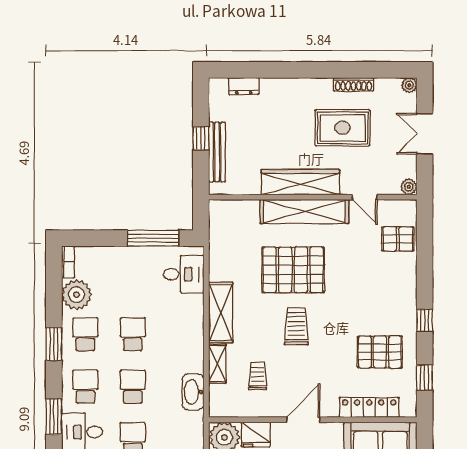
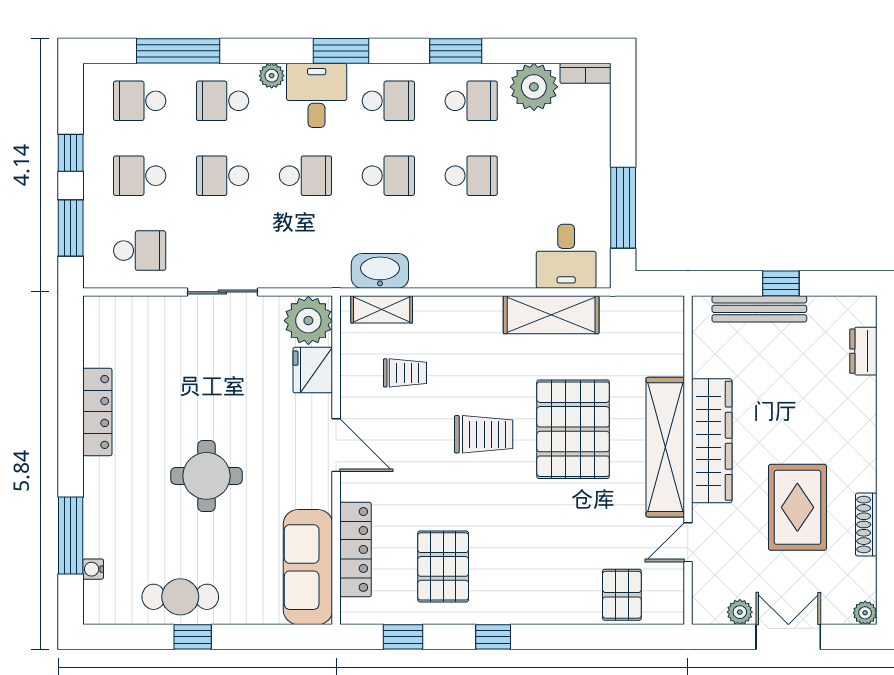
plant: (409, 187) -> (740, 612), moved
shelving: (221, 313) -> (551, 315), moved
shelving: (217, 364) -> (382, 309), moved

